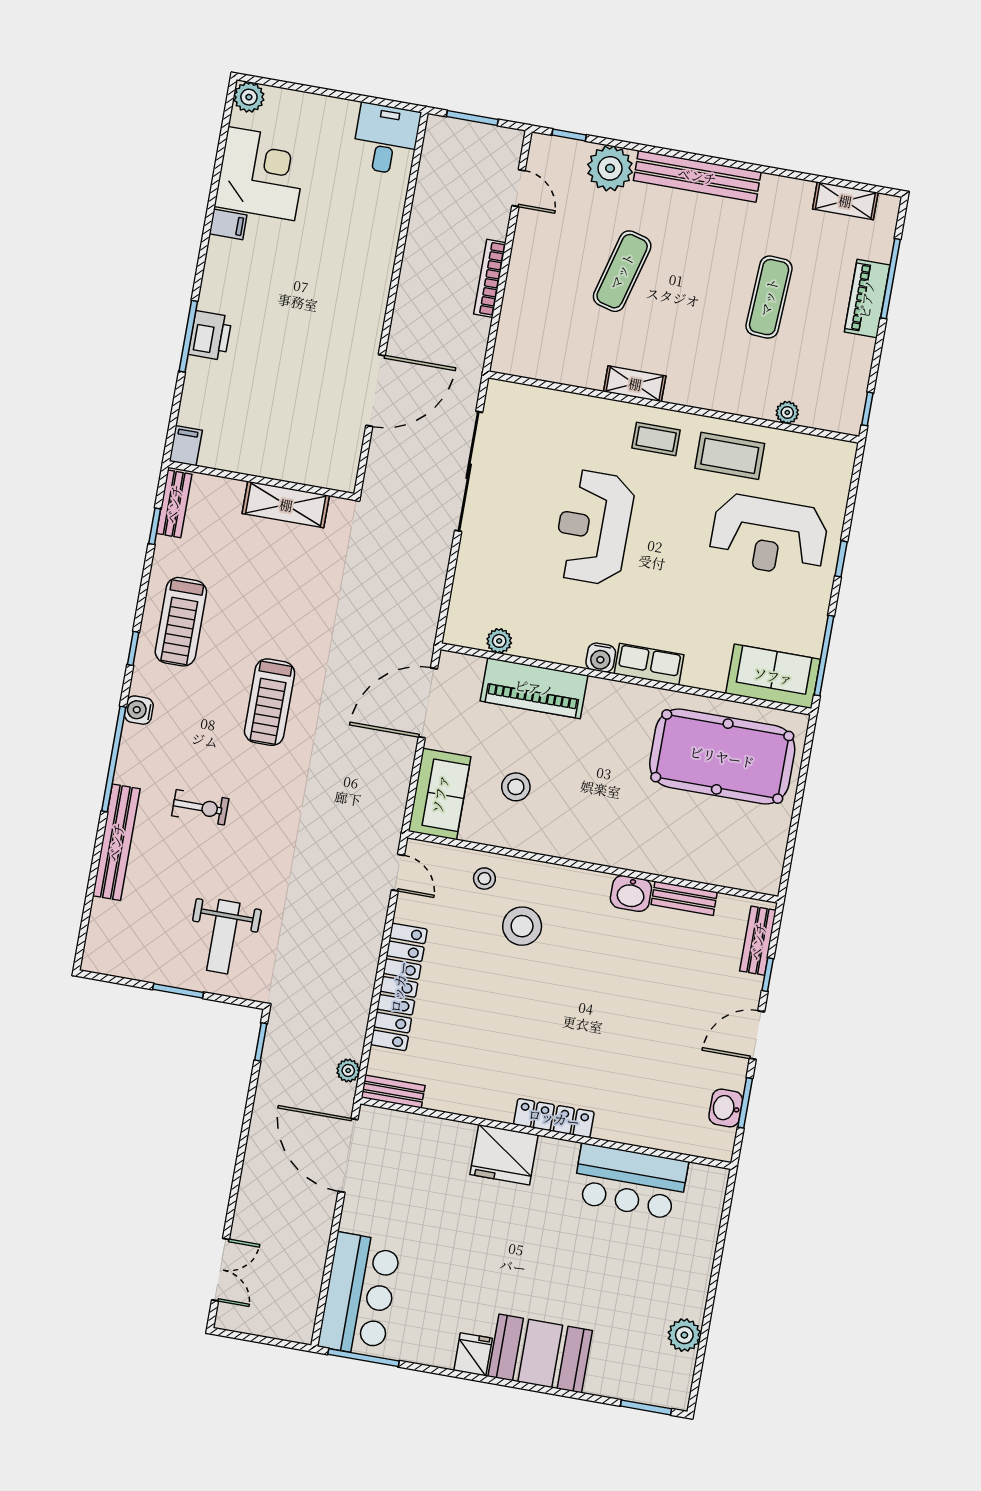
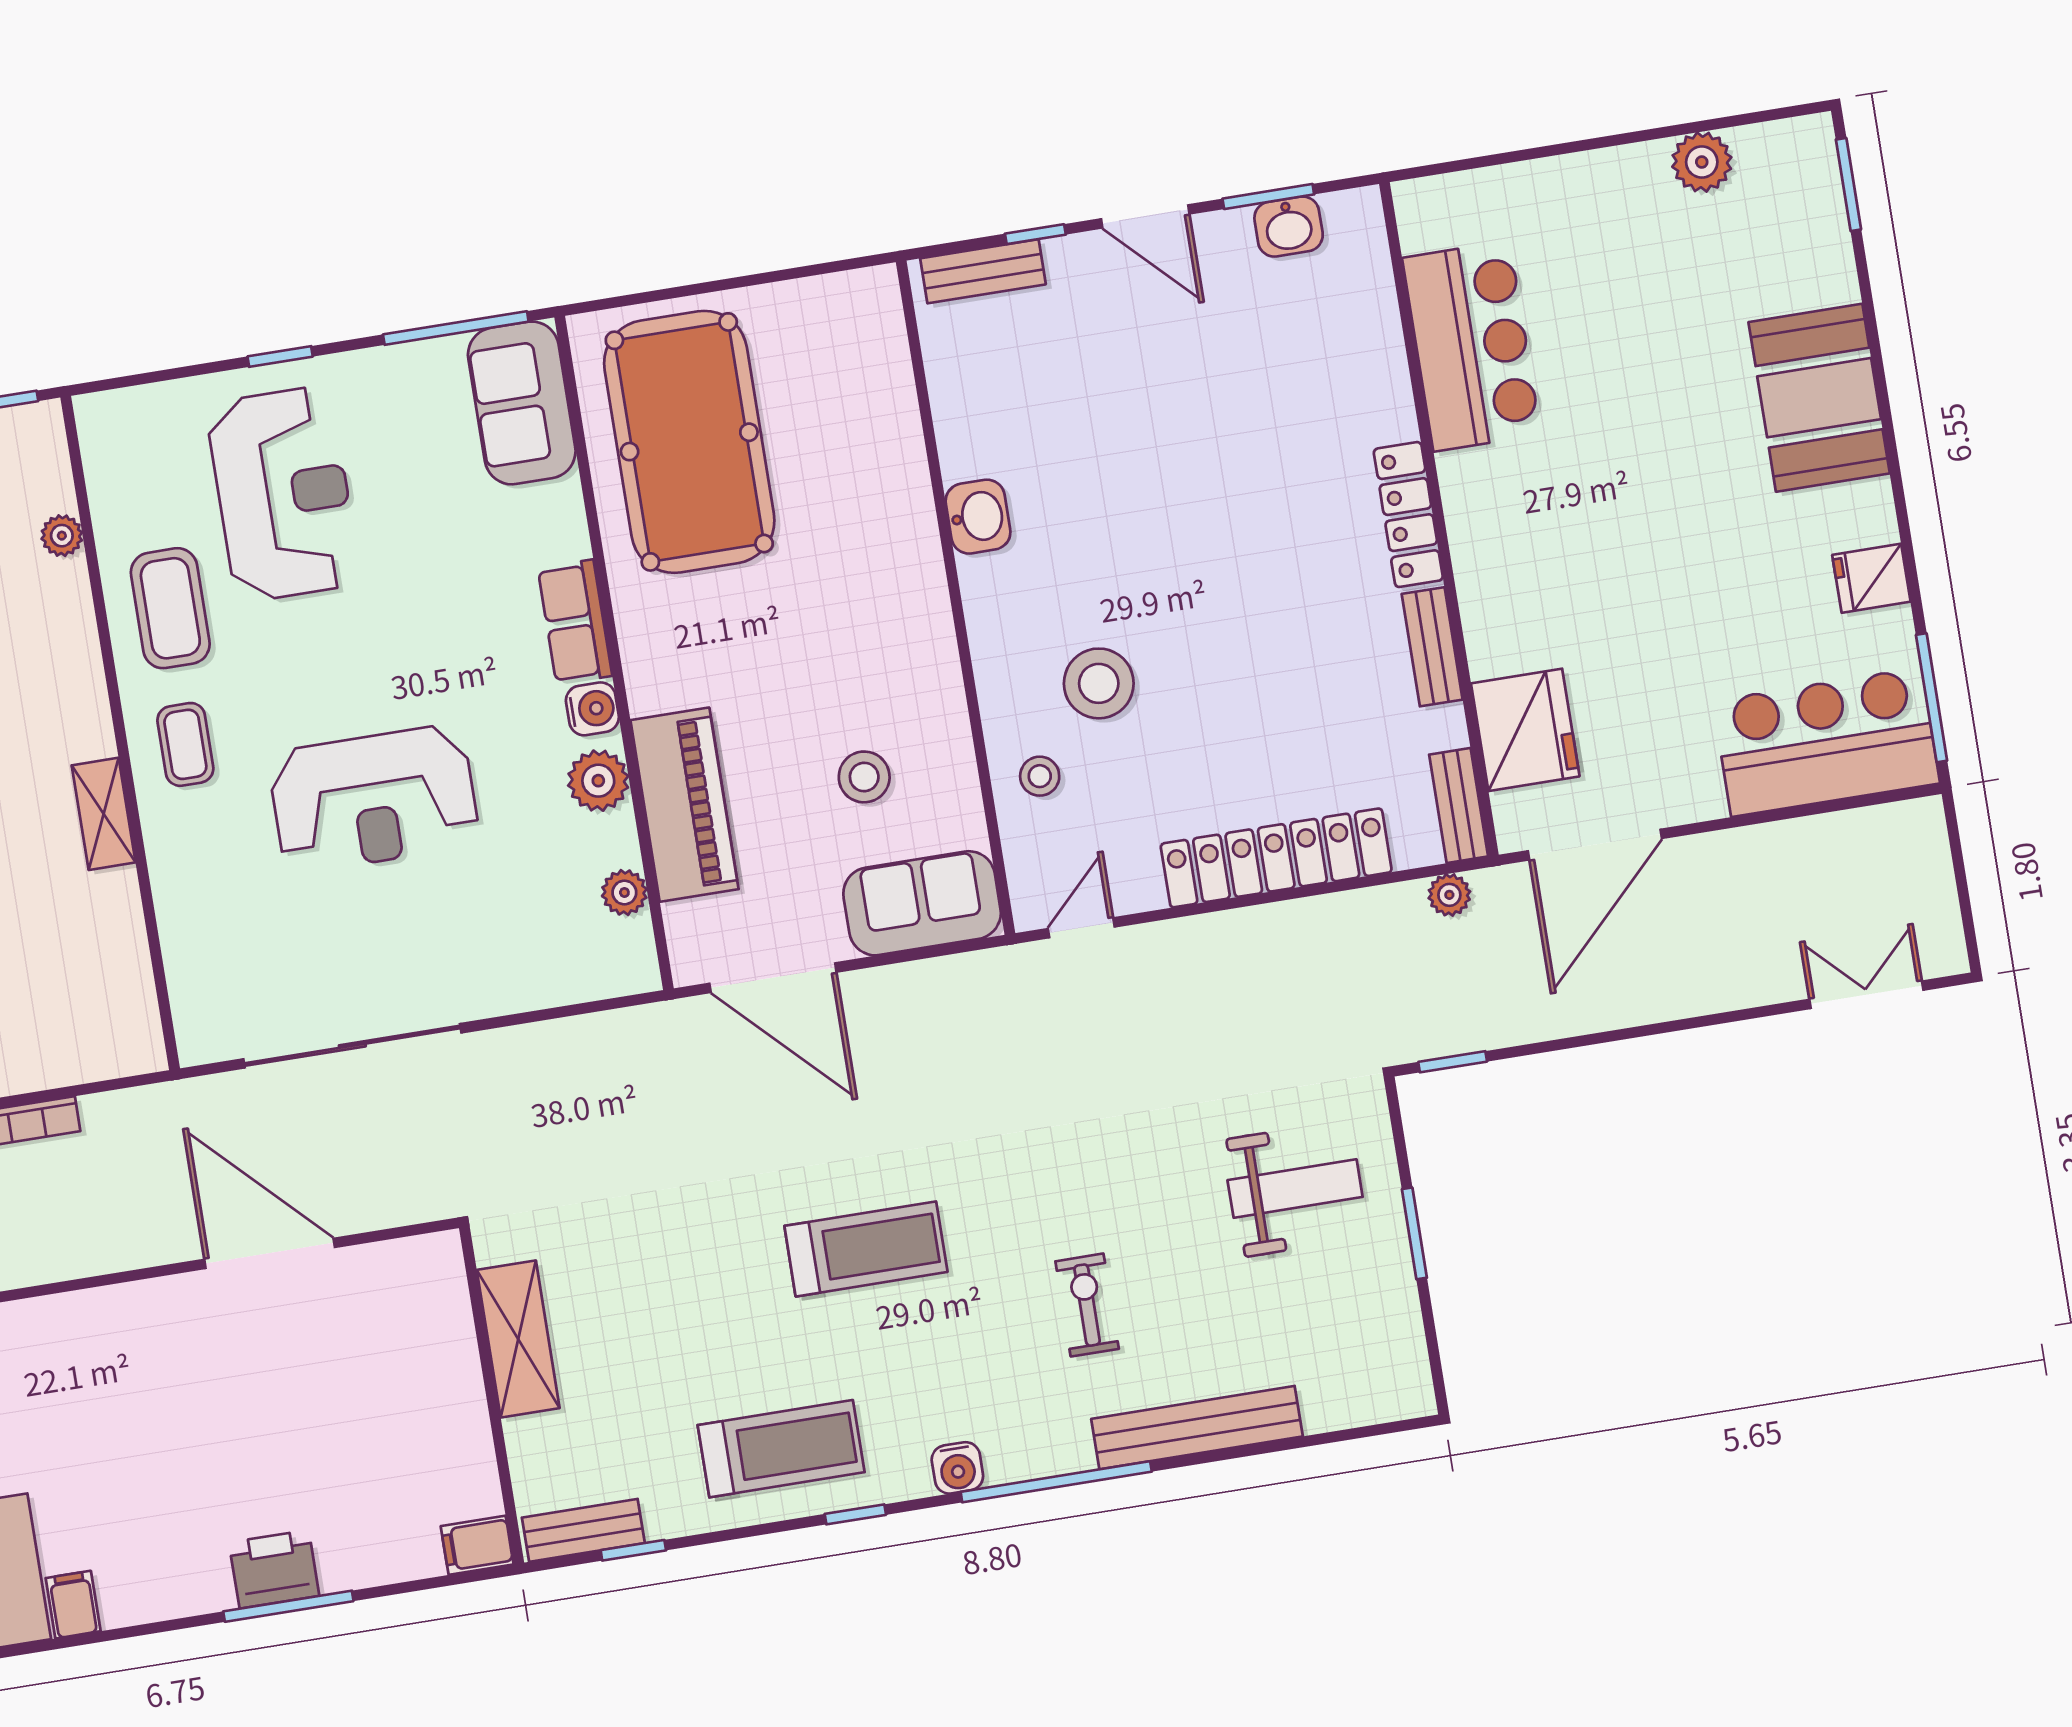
plant: (562, 648) -> (598, 781), added
bench: (684, 898) -> (1432, 647), moved
fridge: (504, 1155) -> (1525, 730), moved
fridge: (473, 1354) -> (1871, 578), moved

